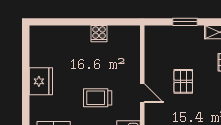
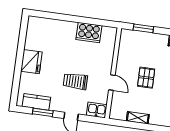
window: (185, 22) -> (143, 28), moved
cooker: (99, 34) -> (89, 33), width x1.87, depth x1.31

